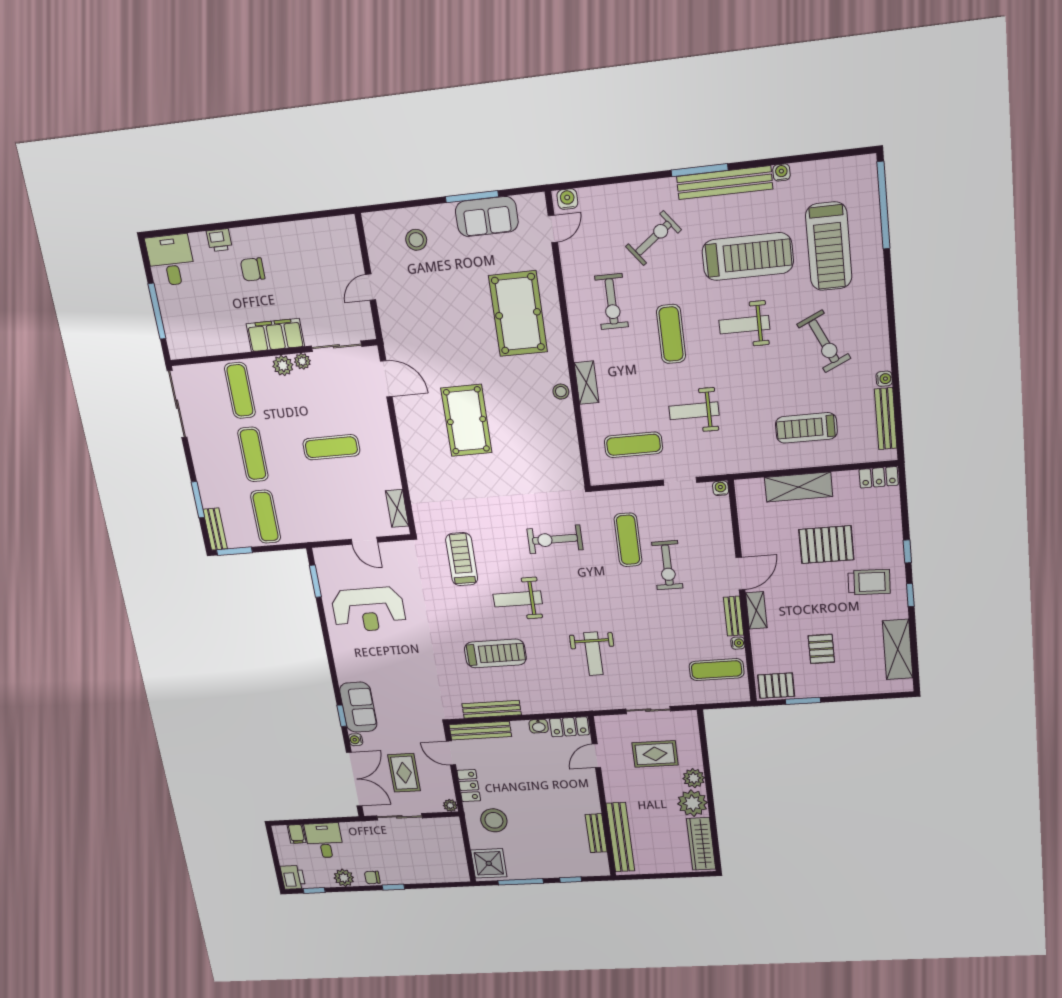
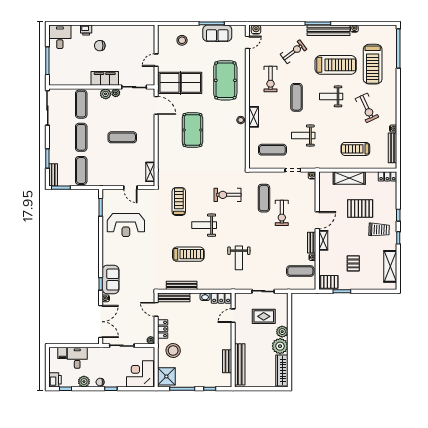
table tennis table: (427, 329) -> (180, 83), added
rug: (404, 773) -> (129, 319), removed
corner desk: (440, 861) -> (140, 374), added

